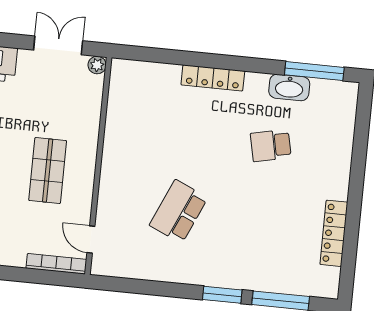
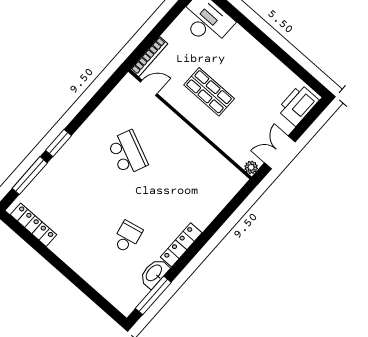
double door: (58, 45) -> (280, 152), swing flipped
locker: (213, 78) -> (181, 245), moved
locker: (334, 233) -> (33, 225), moved

